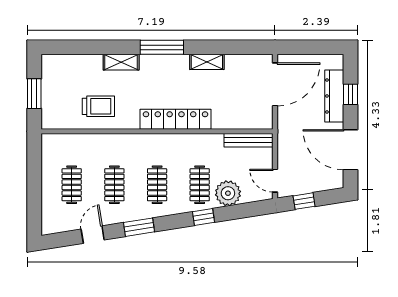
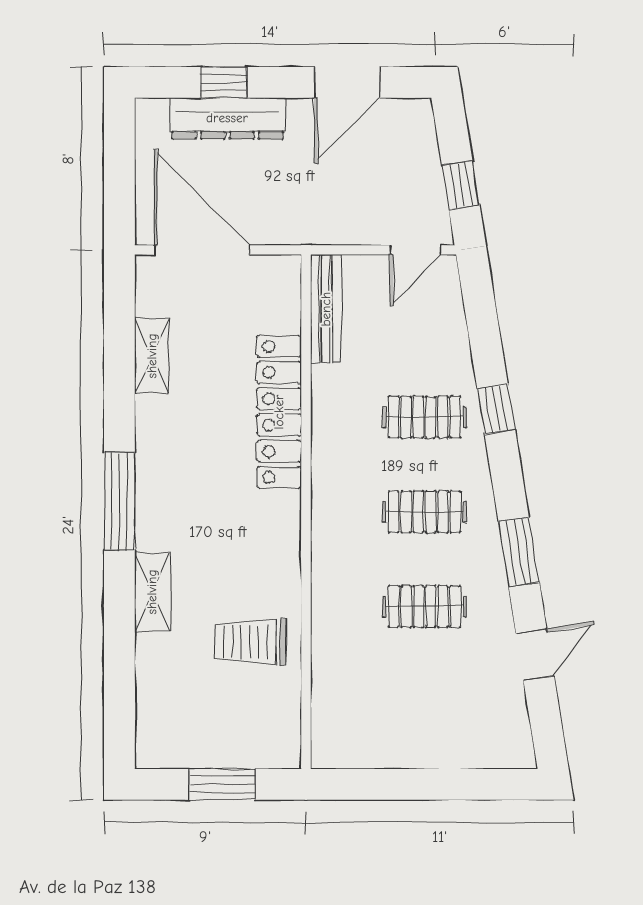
shelving: (207, 62) -> (152, 356), moved
trolley: (98, 106) -> (250, 642), turned -90
locker: (176, 119) -> (279, 412), moved
door: (350, 150) -> (347, 82), width x0.73
clothes rail: (72, 185) -> (425, 701), removed
plant: (228, 193) -> (443, 354), removed
door: (93, 235) -> (535, 655), swing flipped

